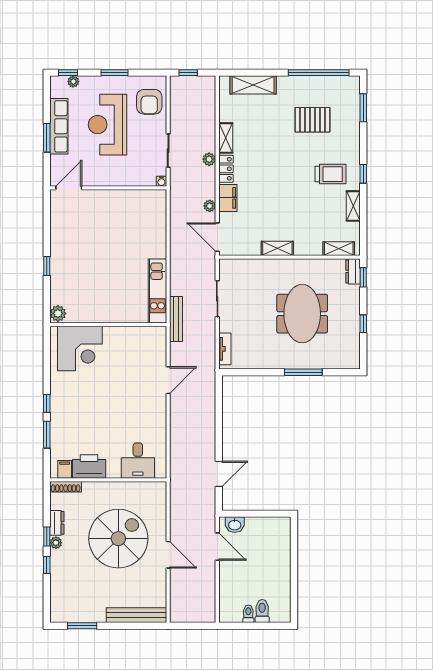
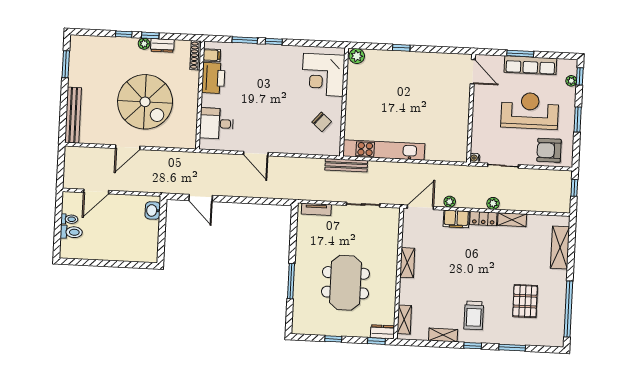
window: (363, 108) -> (512, 348), moved
kitchen unit: (157, 291) -> (384, 150), width x1.36
meeting table: (302, 314) -> (345, 283), turned 90
chair: (131, 348) -> (322, 122), added
door: (168, 380) -> (256, 154), moved
door: (217, 547) -> (96, 191), moved

